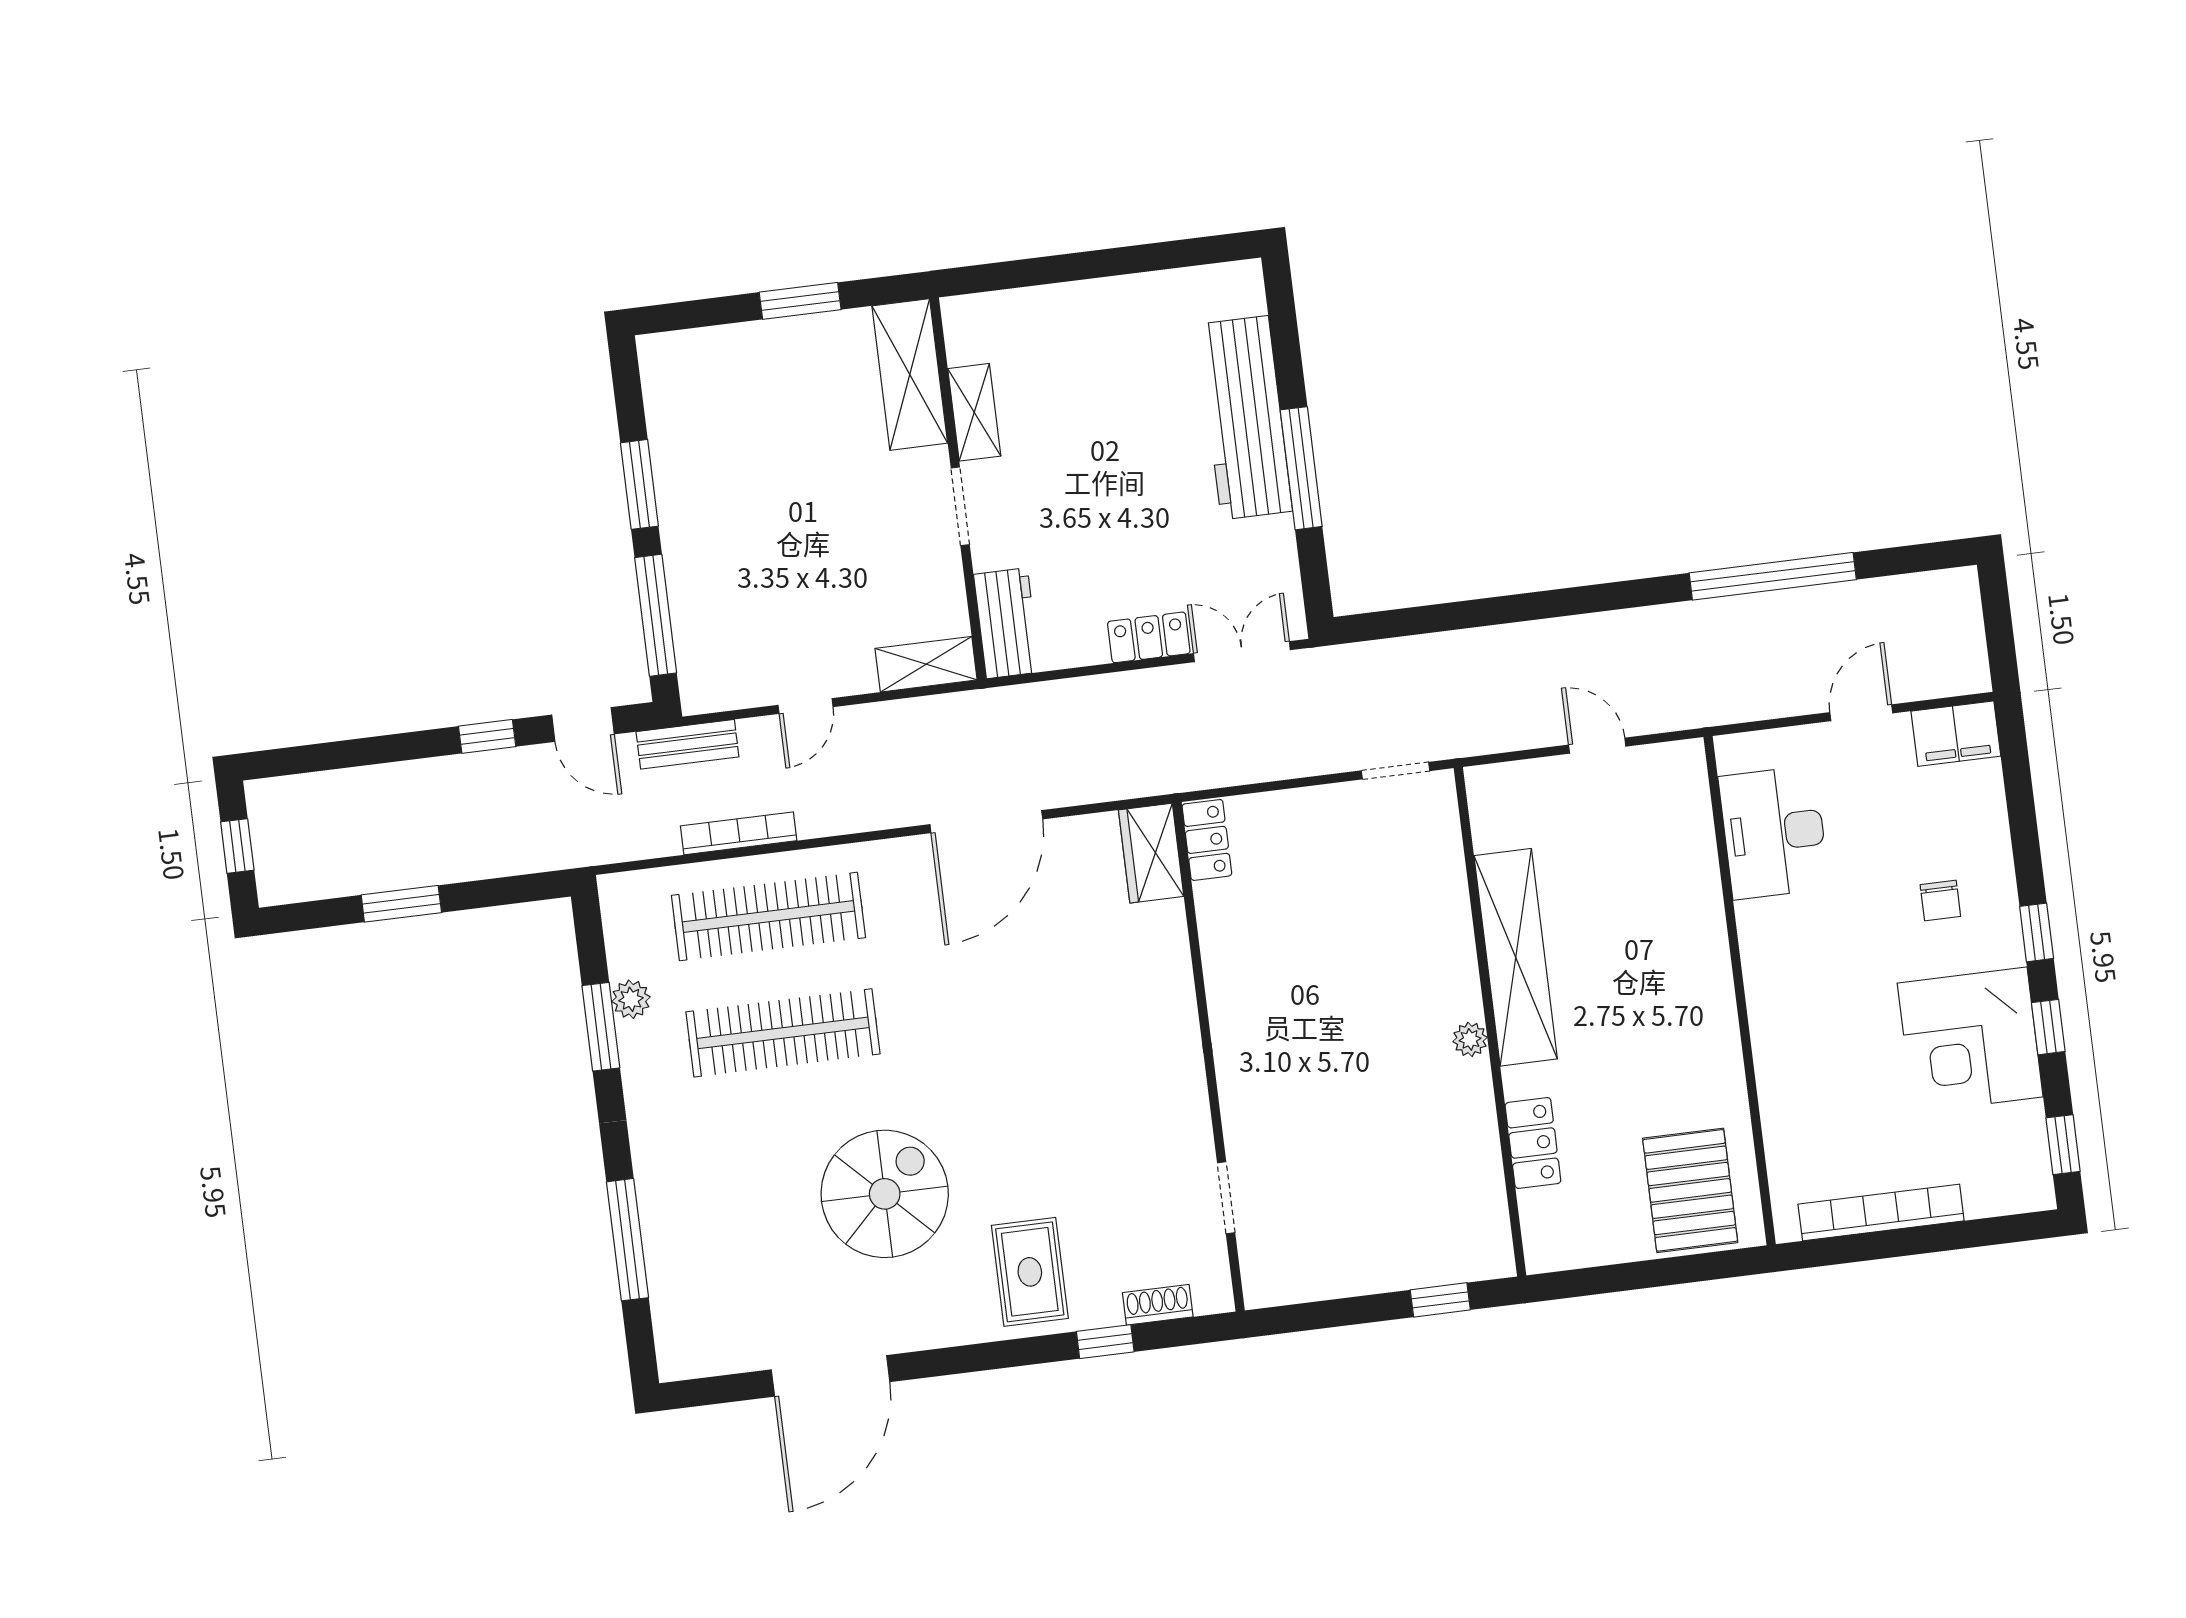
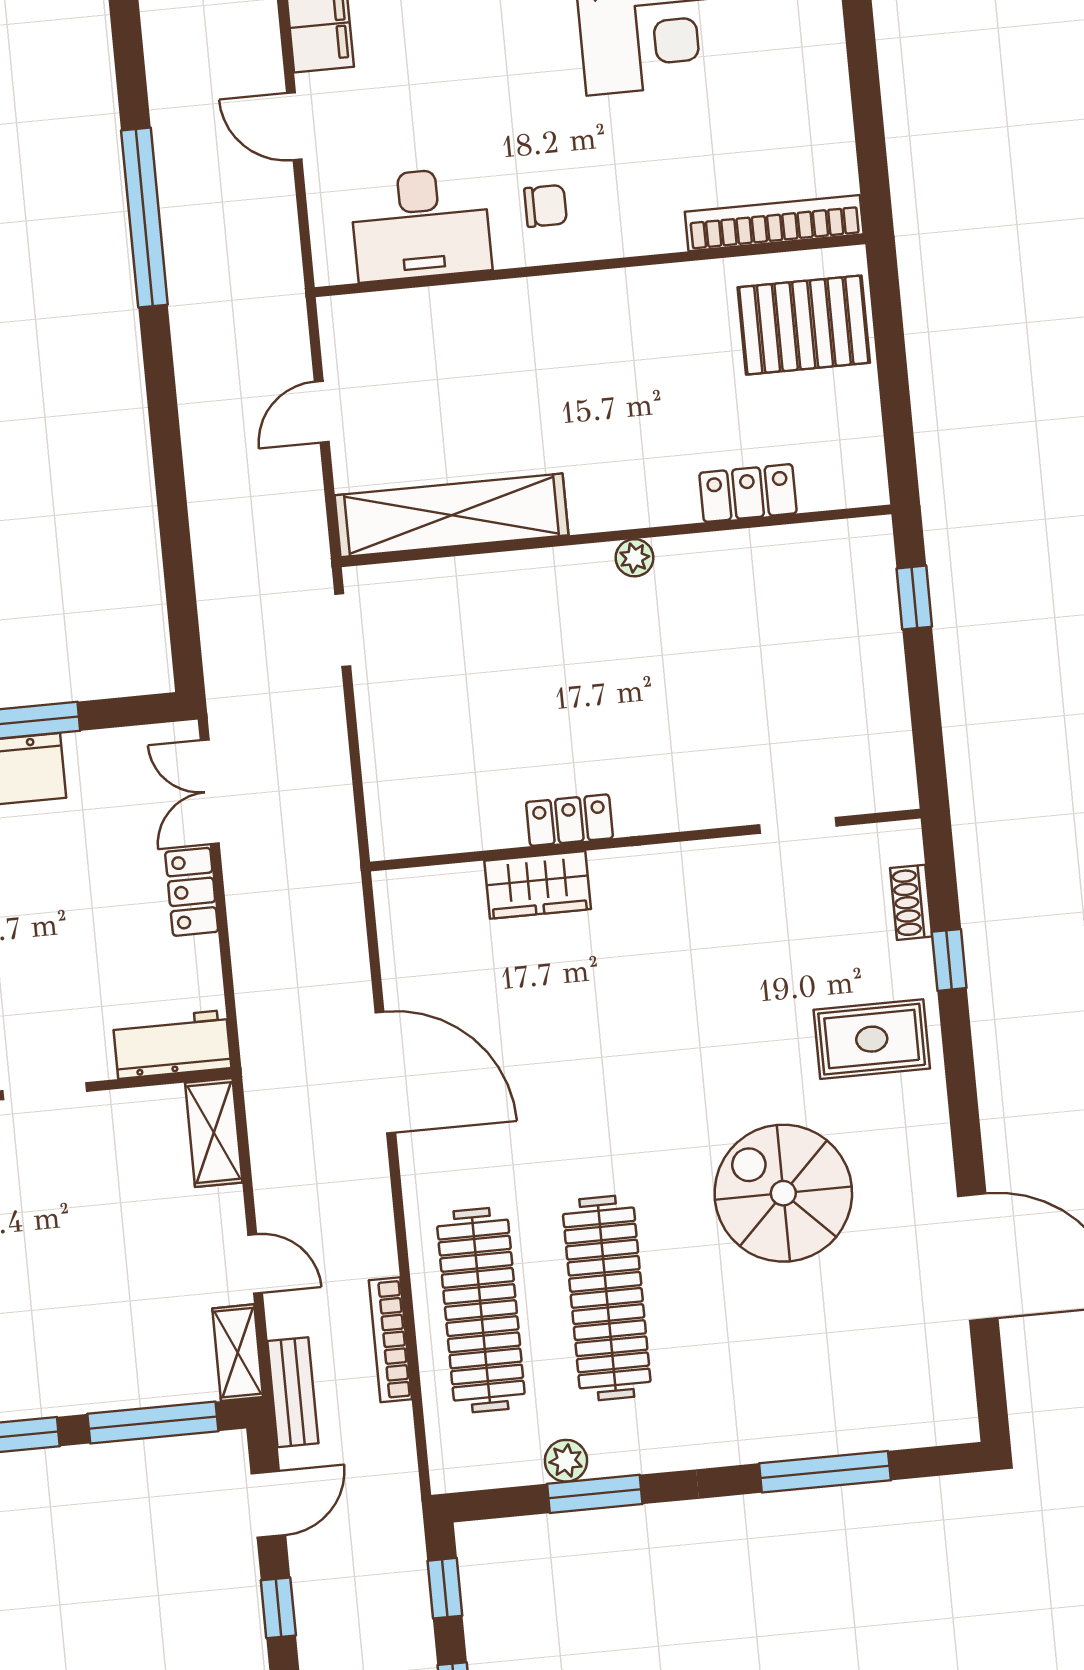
shelving: (723, 692) -> (238, 1353), added
locker: (1207, 840) -> (569, 820), moved
wardrobe: (1151, 853) -> (538, 885), moved
window: (510, 890) -> (445, 1588), added
chair: (1940, 901) -> (546, 206), moved
shelving: (1516, 957) -> (451, 515), moved
bookcase: (1881, 1212) -> (774, 223), moved, turned 90

